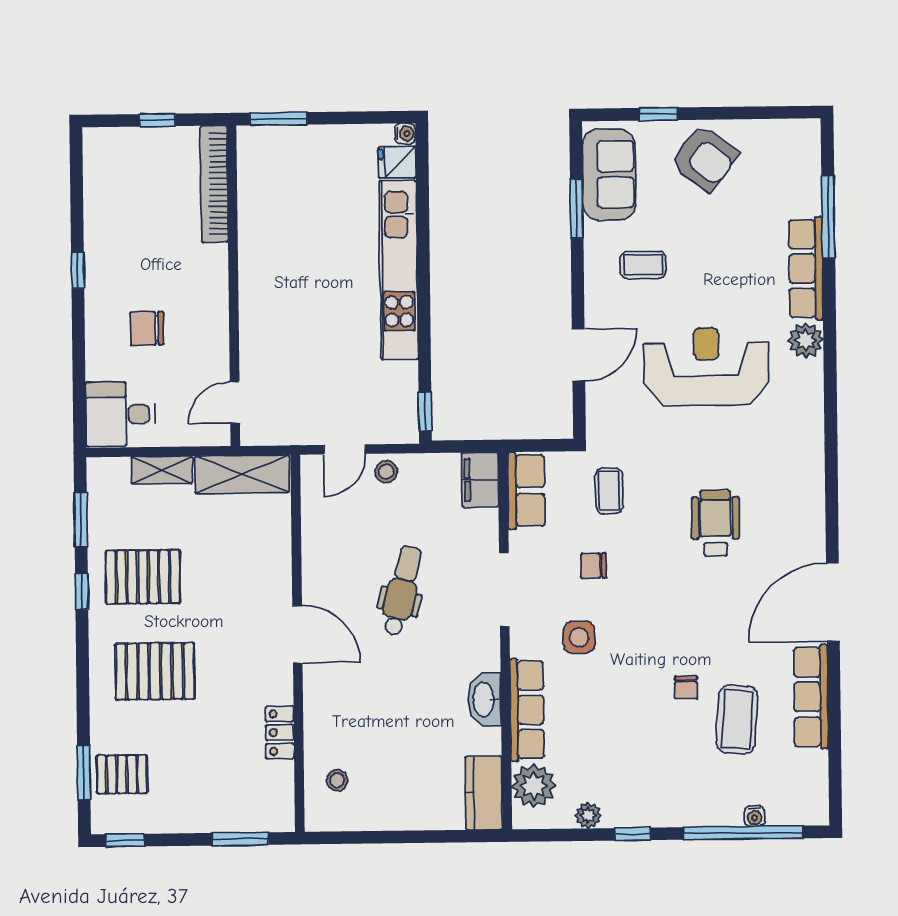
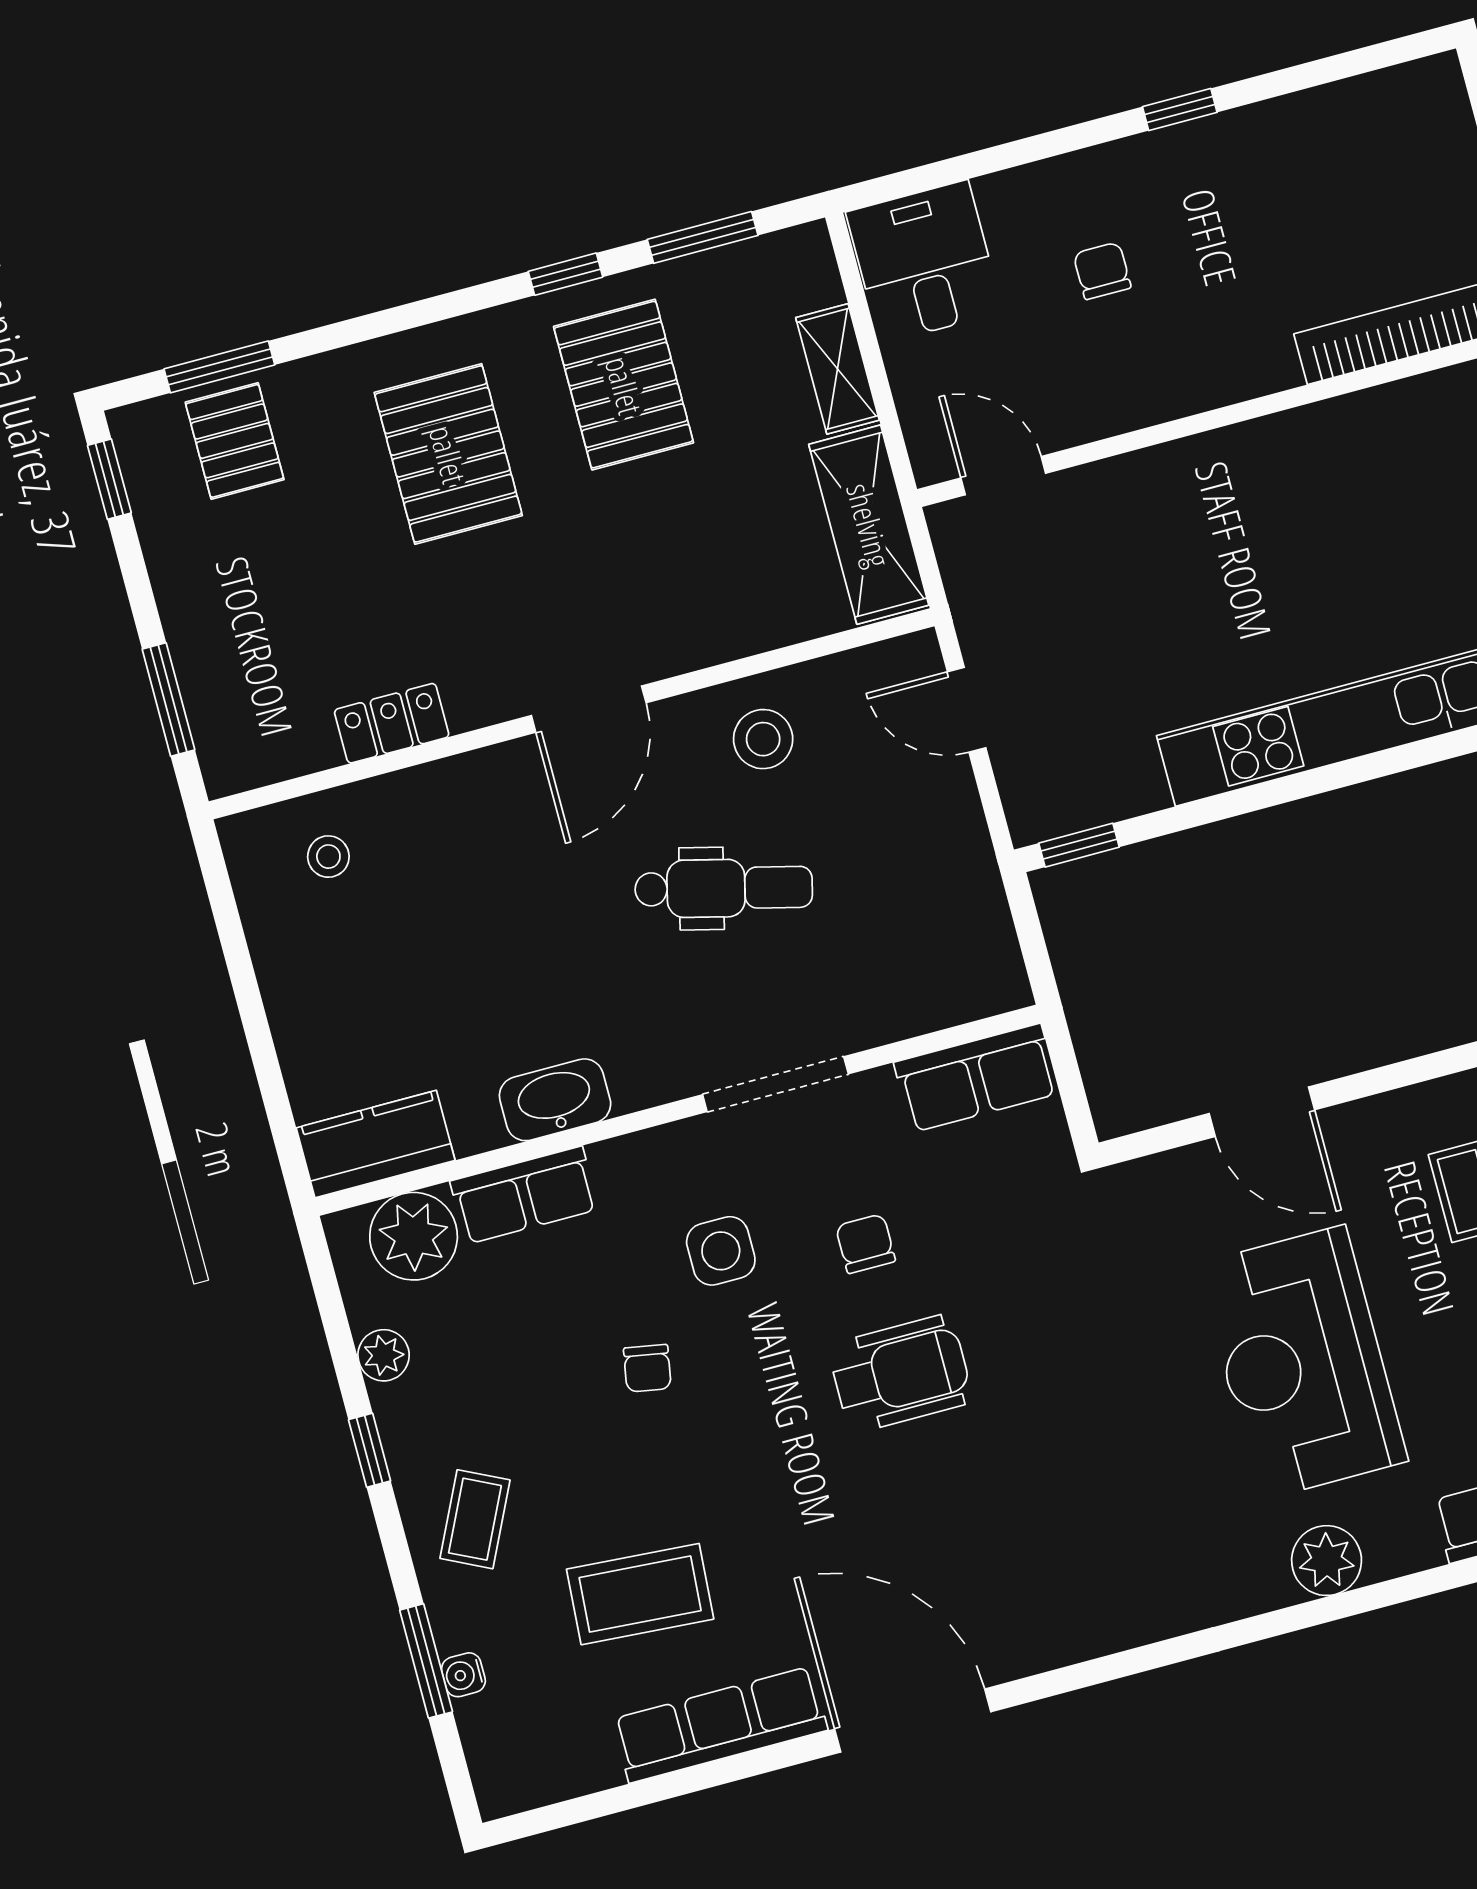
chair: (147, 328) -> (1102, 271), width x0.73, depth x0.73
plant: (806, 340) -> (1327, 1561), moved
reception desk: (706, 366) -> (1303, 1363), turned 180
stool: (386, 472) -> (763, 739), moved, width x1.37, depth x1.37
filing cabinet: (480, 480) -> (975, 984), removed
coffee table: (609, 491) -> (475, 1519), moved, turned -64
wheelchair: (715, 523) -> (900, 1374), moved
chair: (686, 687) -> (647, 1368), moved, turned -80
row of seats: (527, 710) -> (524, 1195), width x0.68
window: (743, 833) -> (426, 1661), width x0.47

